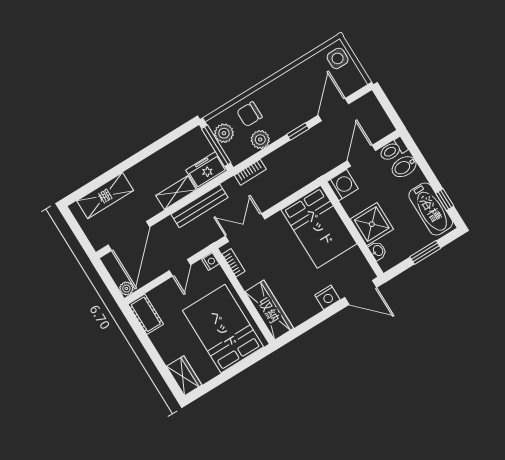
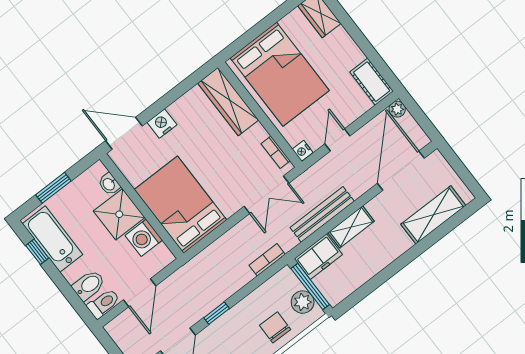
chair: (249, 114) -> (275, 327), turned -89
plant: (260, 140) -> (260, 299), removed
washing machine: (343, 185) -> (144, 238), moved

